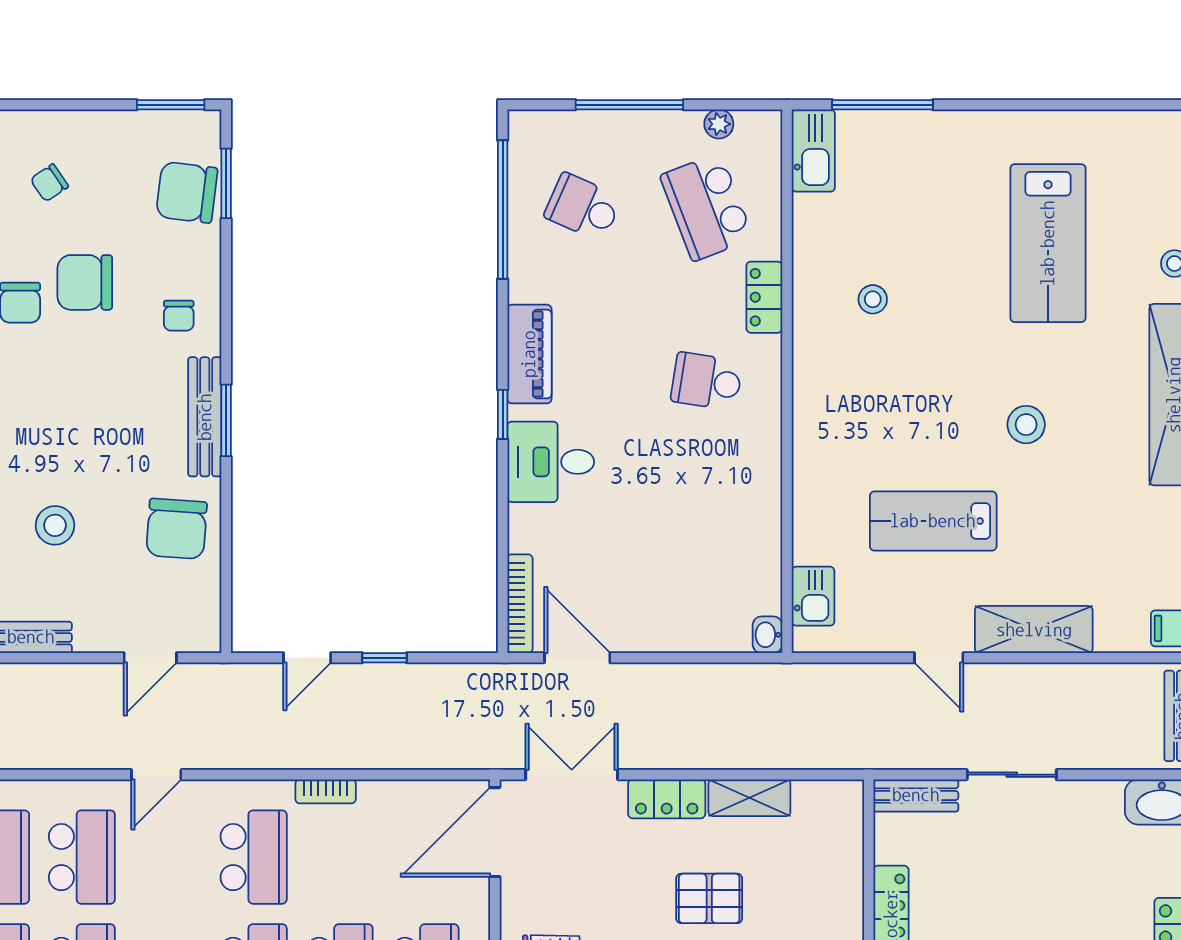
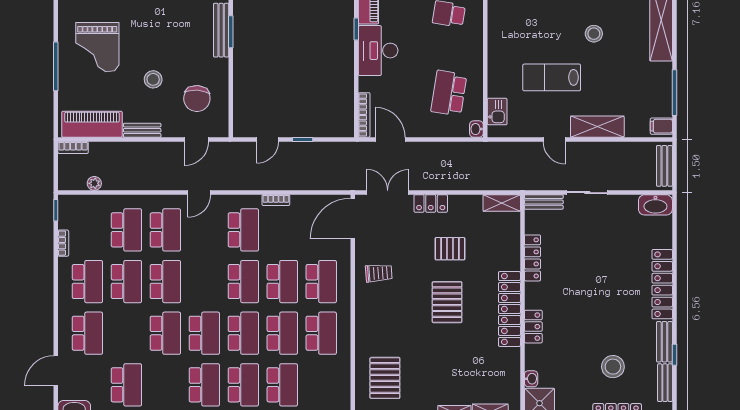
desk: (551, 462) -> (378, 51), width x1.37
chair: (177, 529) -> (197, 99), moved
school desk: (707, 555) -> (449, 93), added
shelving: (749, 798) -> (502, 203), moved

